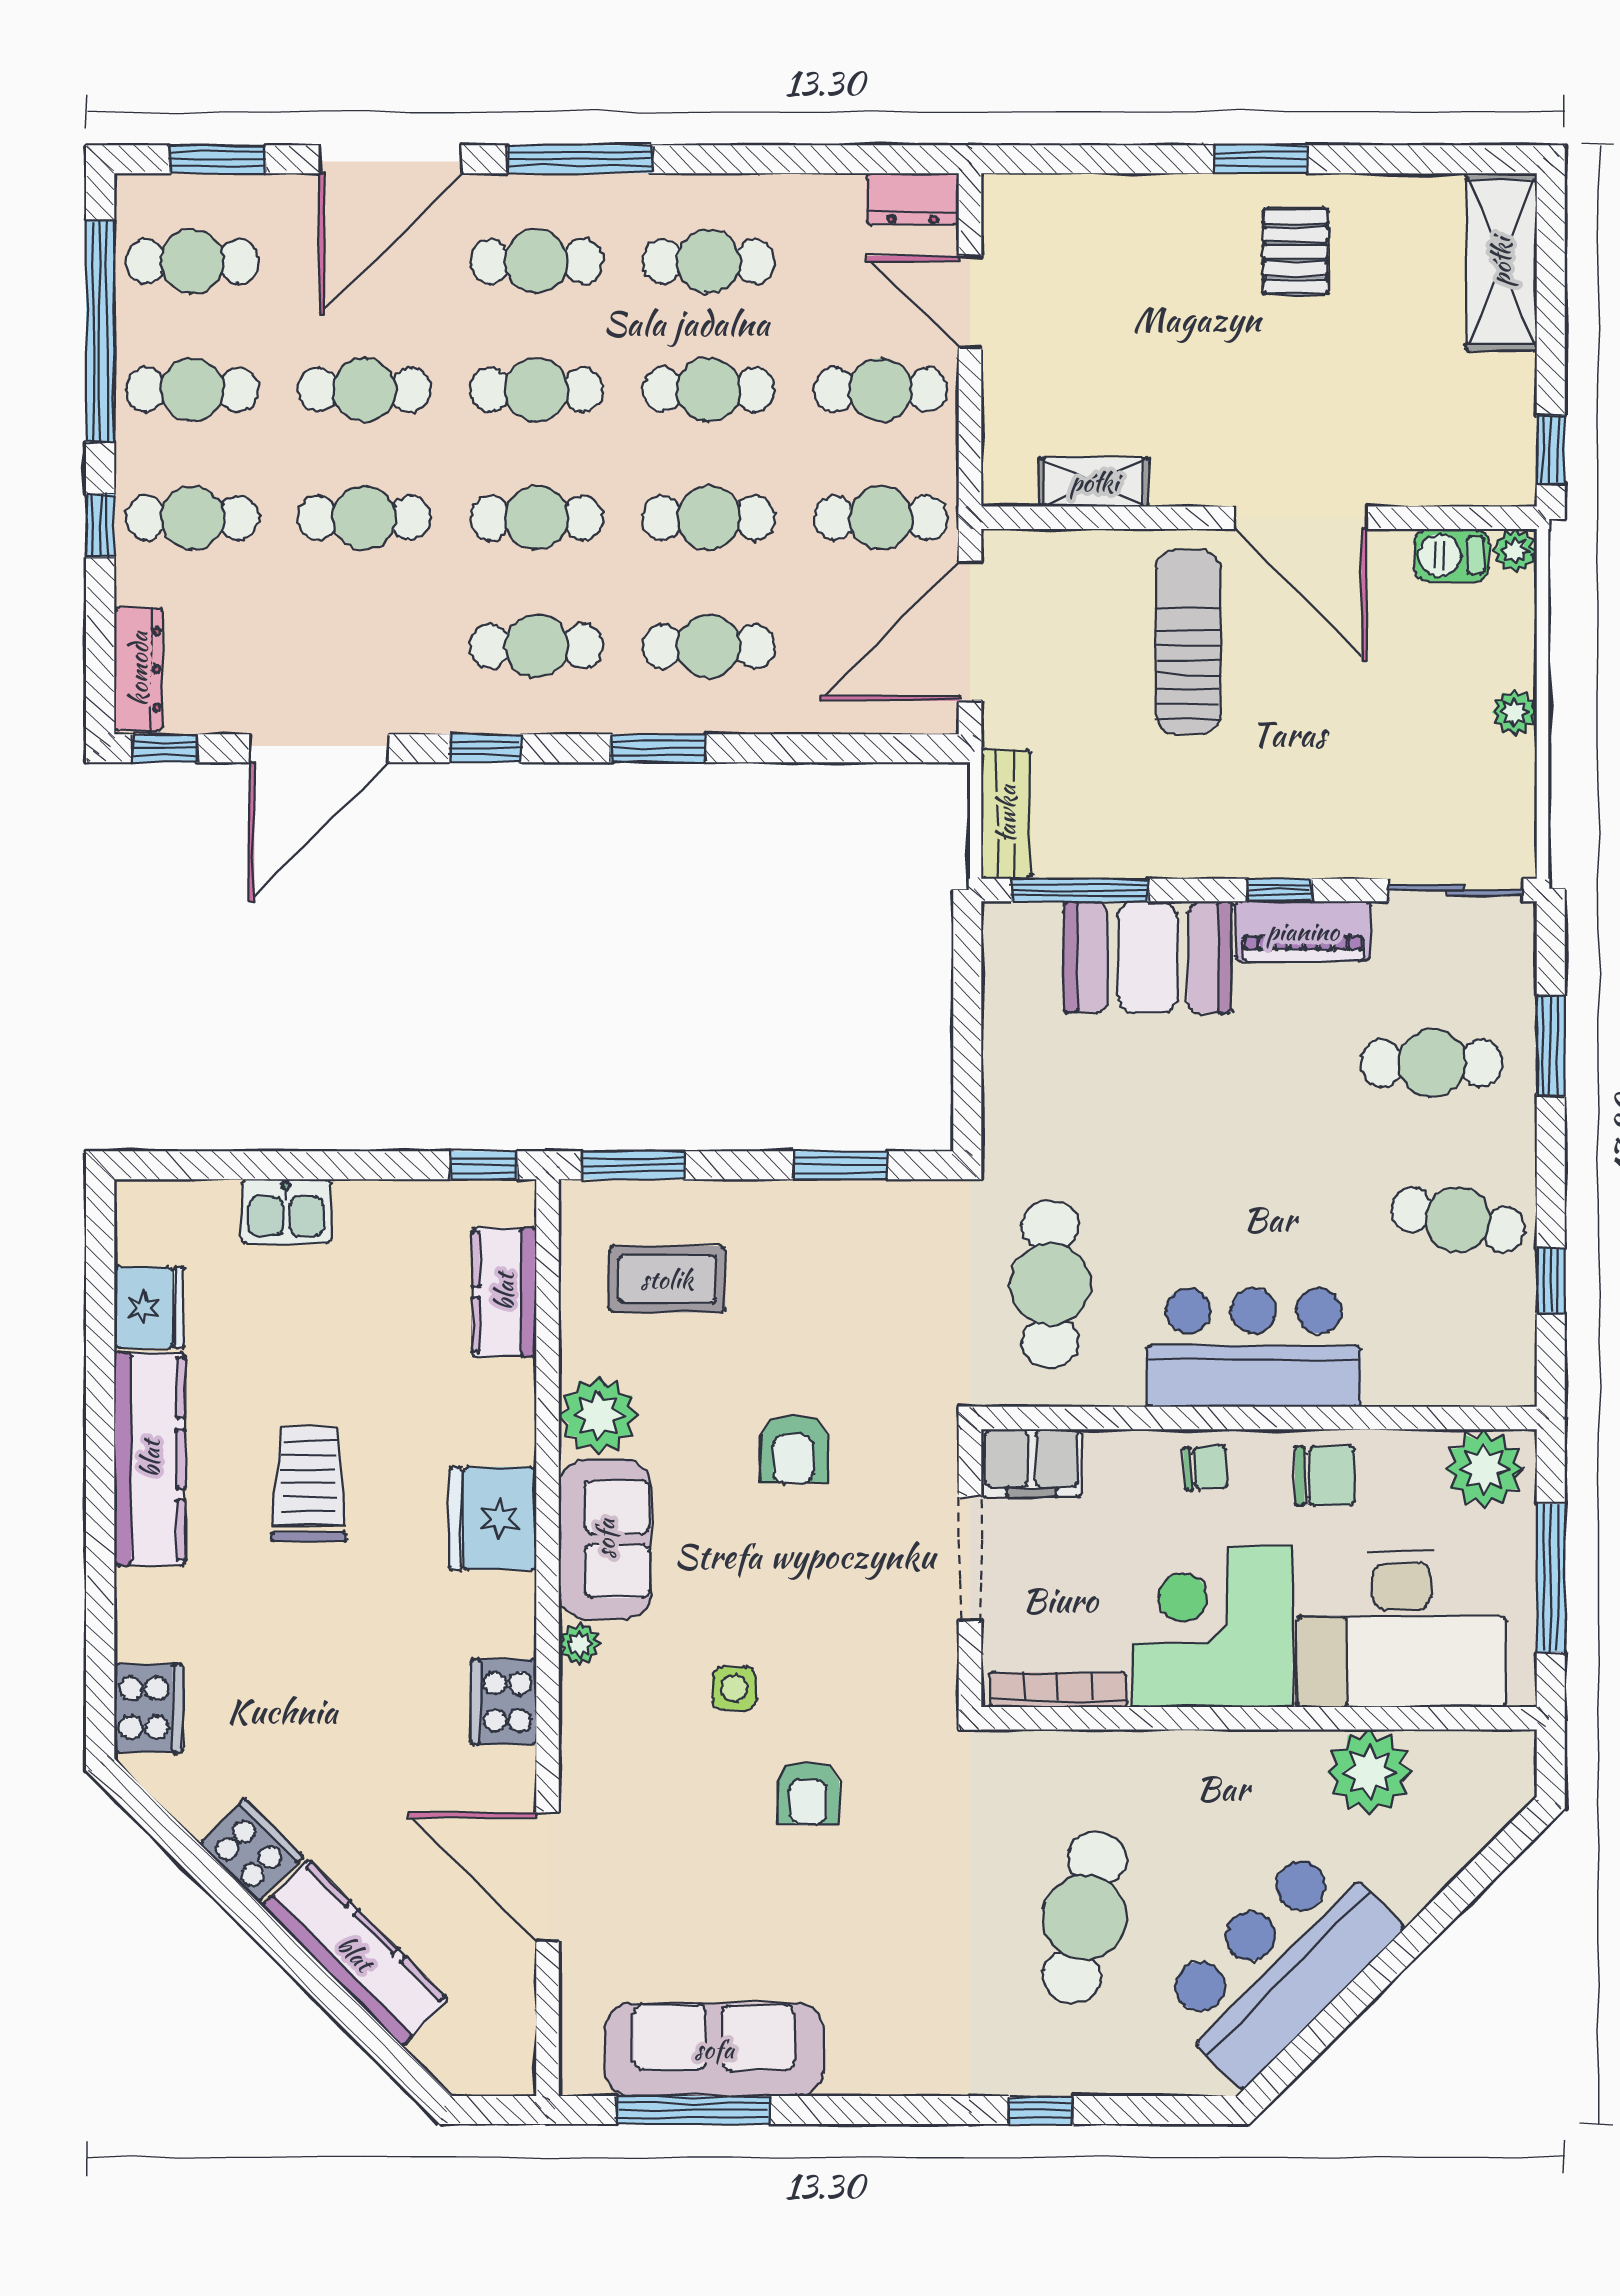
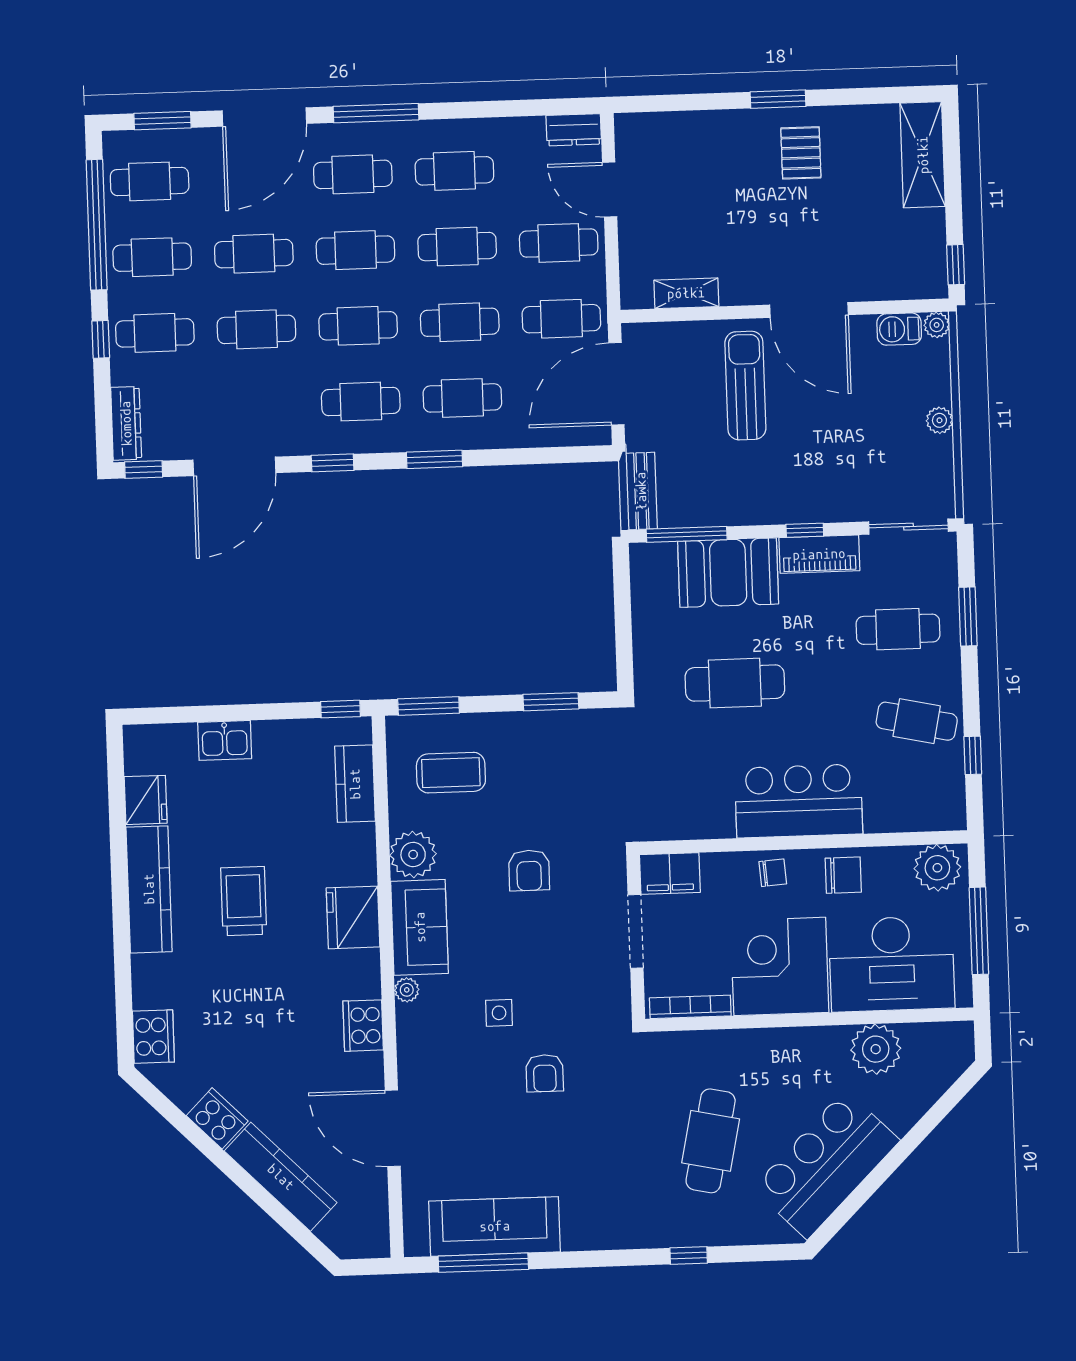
cafe table: (1050, 1284) -> (735, 683), moved, turned 90

